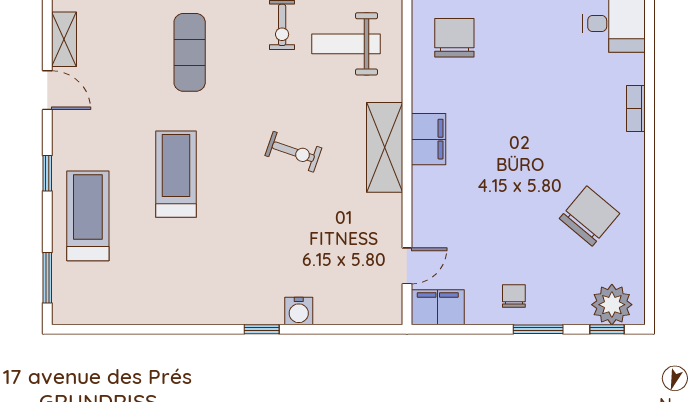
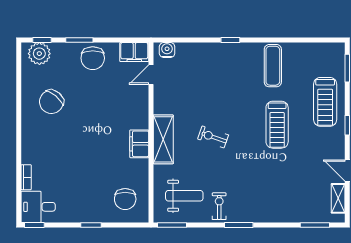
exercise mat: (190, 52) -> (273, 66), moved
bookcase: (636, 108) -> (26, 177), moved
chair: (514, 296) -> (93, 58), width x1.87, depth x1.87
water cooler: (299, 311) -> (167, 50), moved

